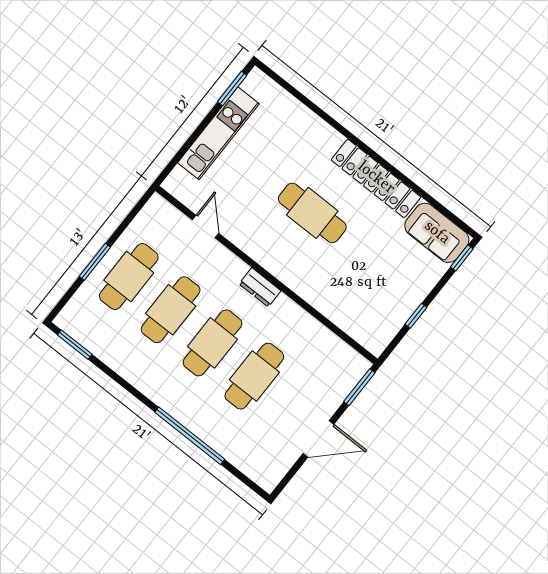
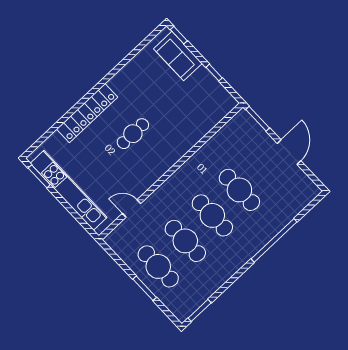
kitchen unit: (218, 133) -> (69, 190), width x1.36
locker: (376, 178) -> (87, 113), moved
cafe table: (312, 213) -> (133, 134), width x0.73, depth x0.74
sofa: (437, 233) -> (178, 56), moved, turned 90
dresser: (260, 287) -> (179, 177), removed

